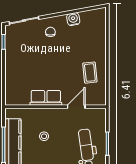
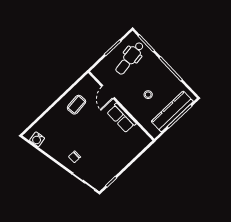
water cooler: (73, 19) -> (37, 139), moved
door: (76, 107) -> (108, 92), hinge flipped

